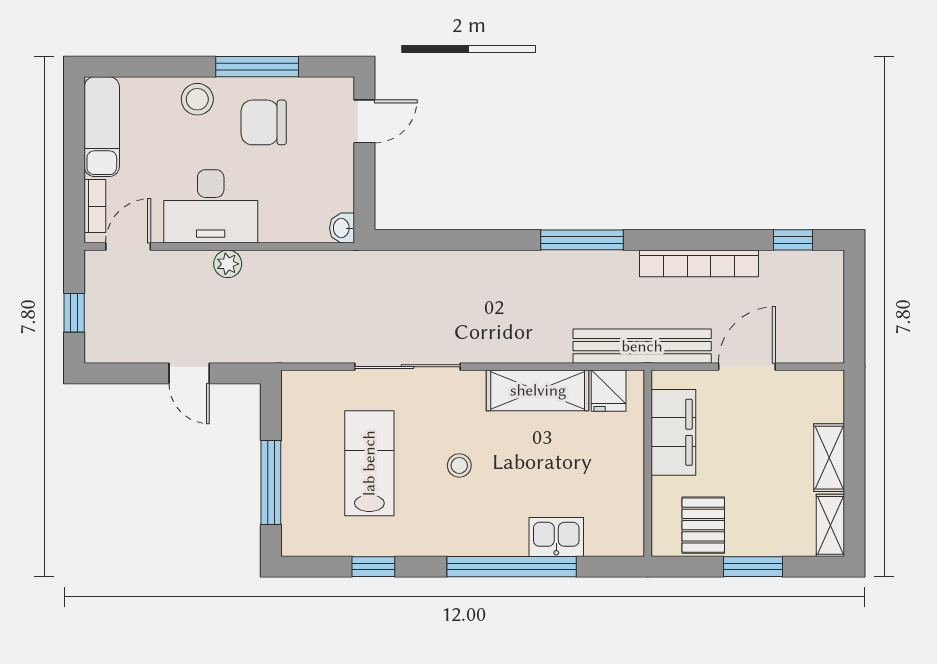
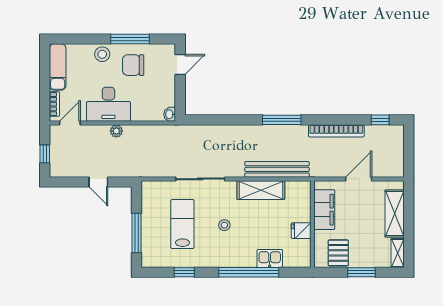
bench: (642, 346) -> (277, 169), moved
fridge: (609, 391) -> (301, 231), moved, turned 90
shelving: (829, 458) -> (395, 214), width x1.50, depth x1.33

